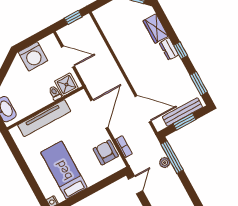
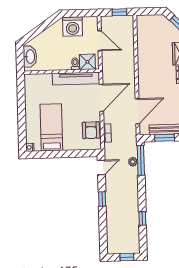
door: (143, 109) -> (137, 111), hinge flipped
tv unit: (44, 118) -> (76, 79), moved
armchair: (106, 152) -> (91, 130), turned 180

